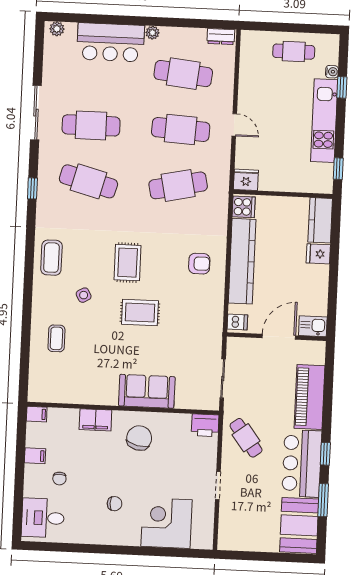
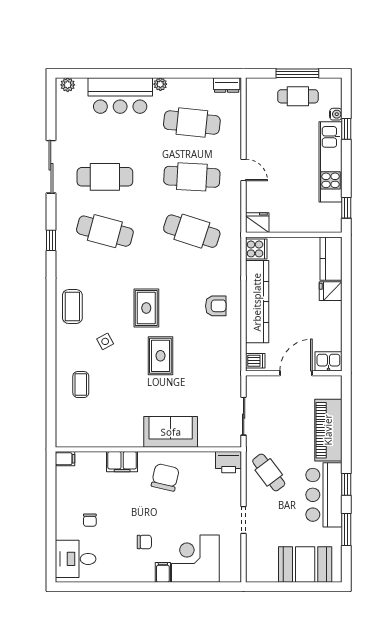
window: (294, 28) -> (297, 73), added
cafe table: (178, 185) -> (192, 231), turned 30
rug: (140, 313) -> (160, 356), turned 90
filing cabinet: (35, 456) -> (163, 572), moved, turned -90
booth: (299, 525) -> (305, 564), moved, turned 90

